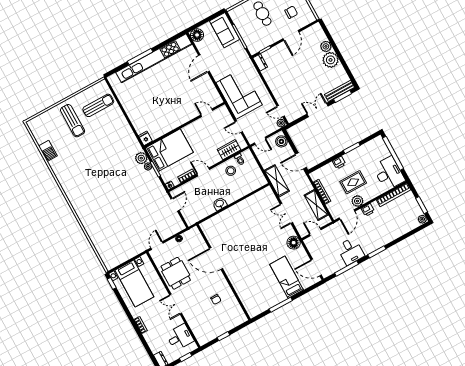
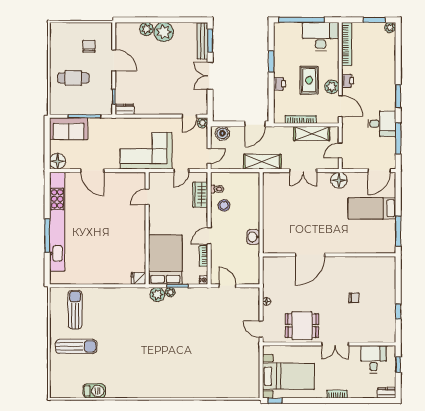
door: (216, 259) -> (310, 255), moved
wall: (223, 272) -> (329, 255), moved

